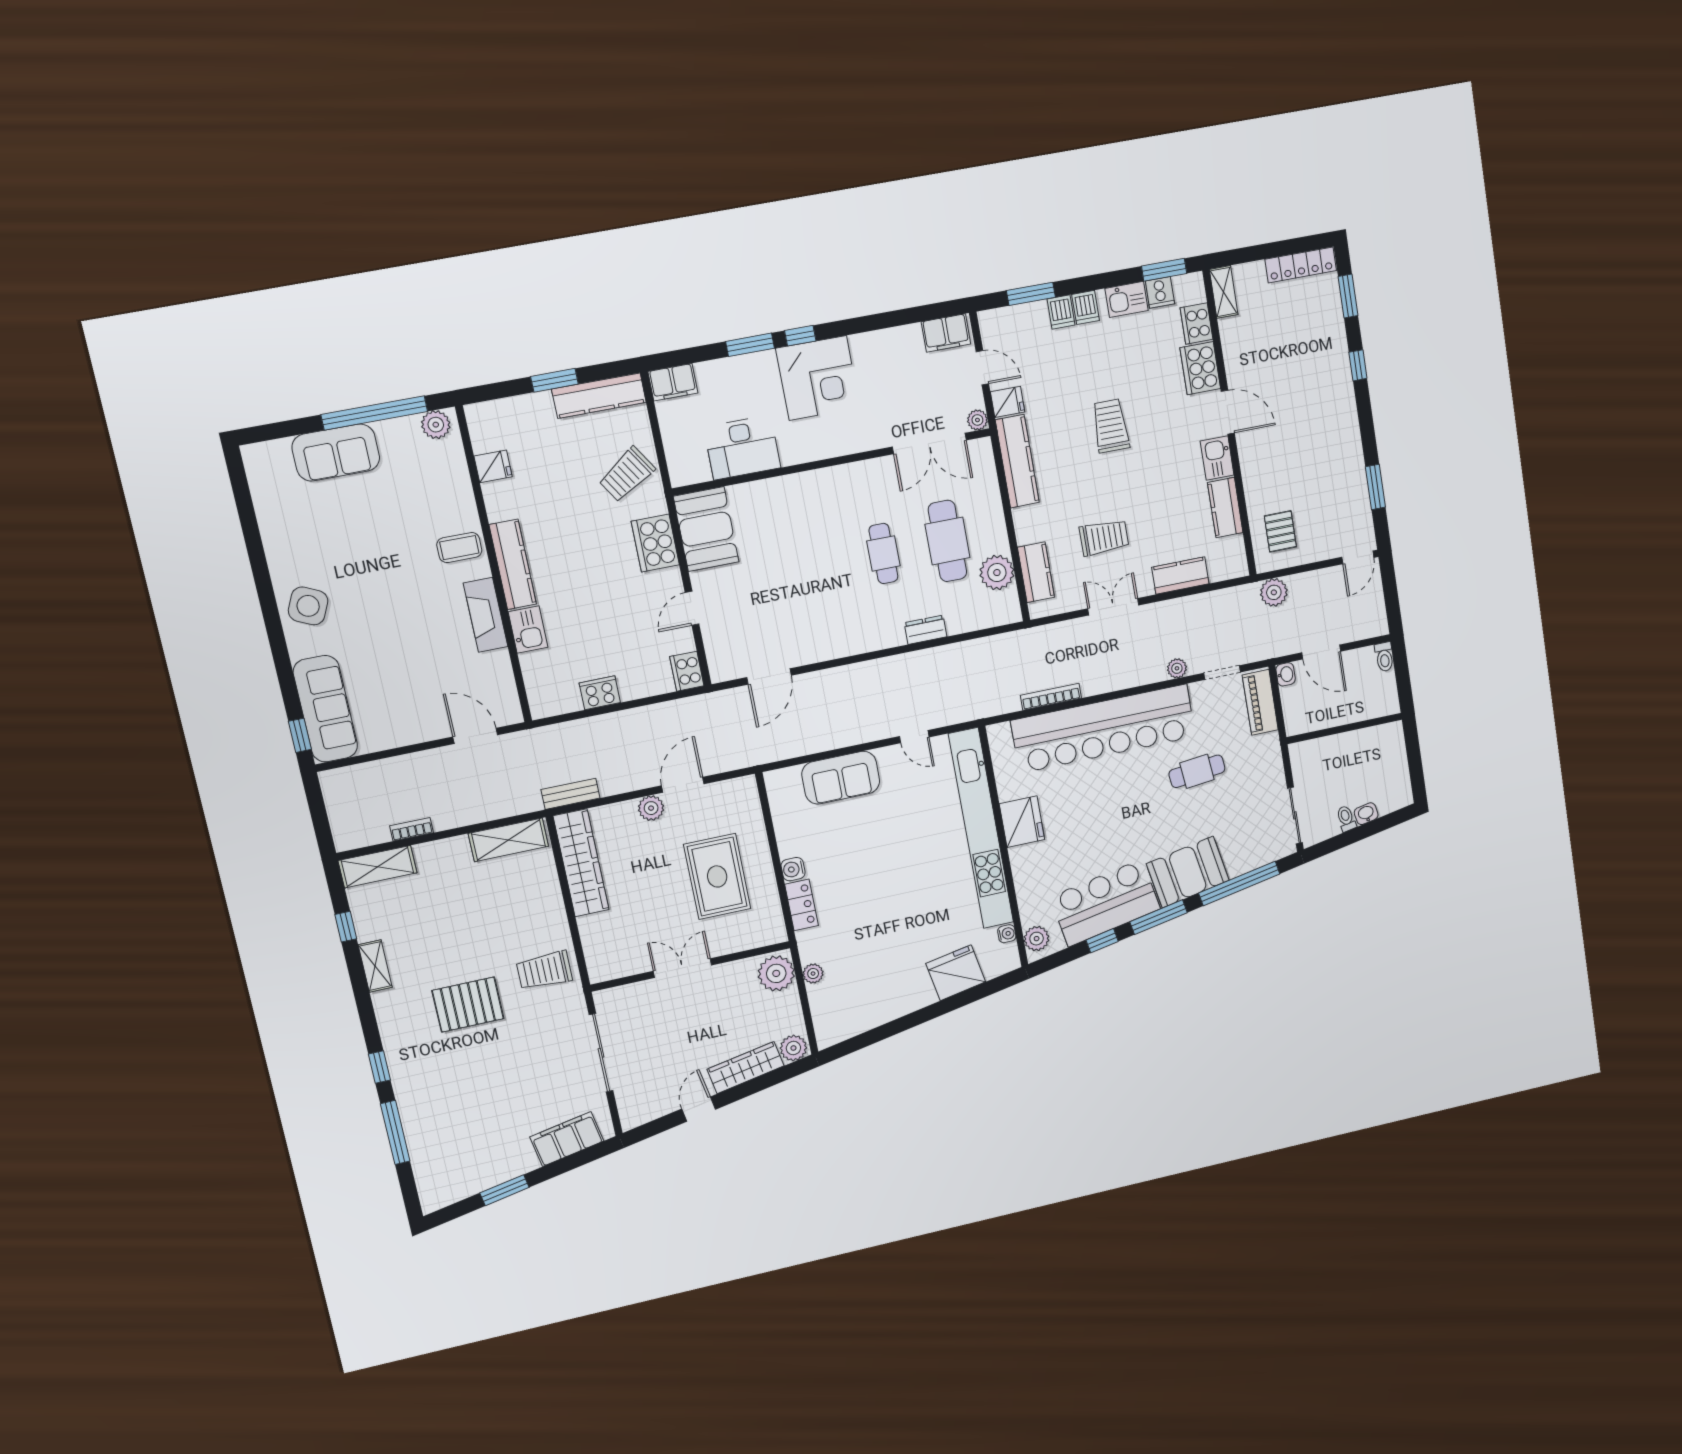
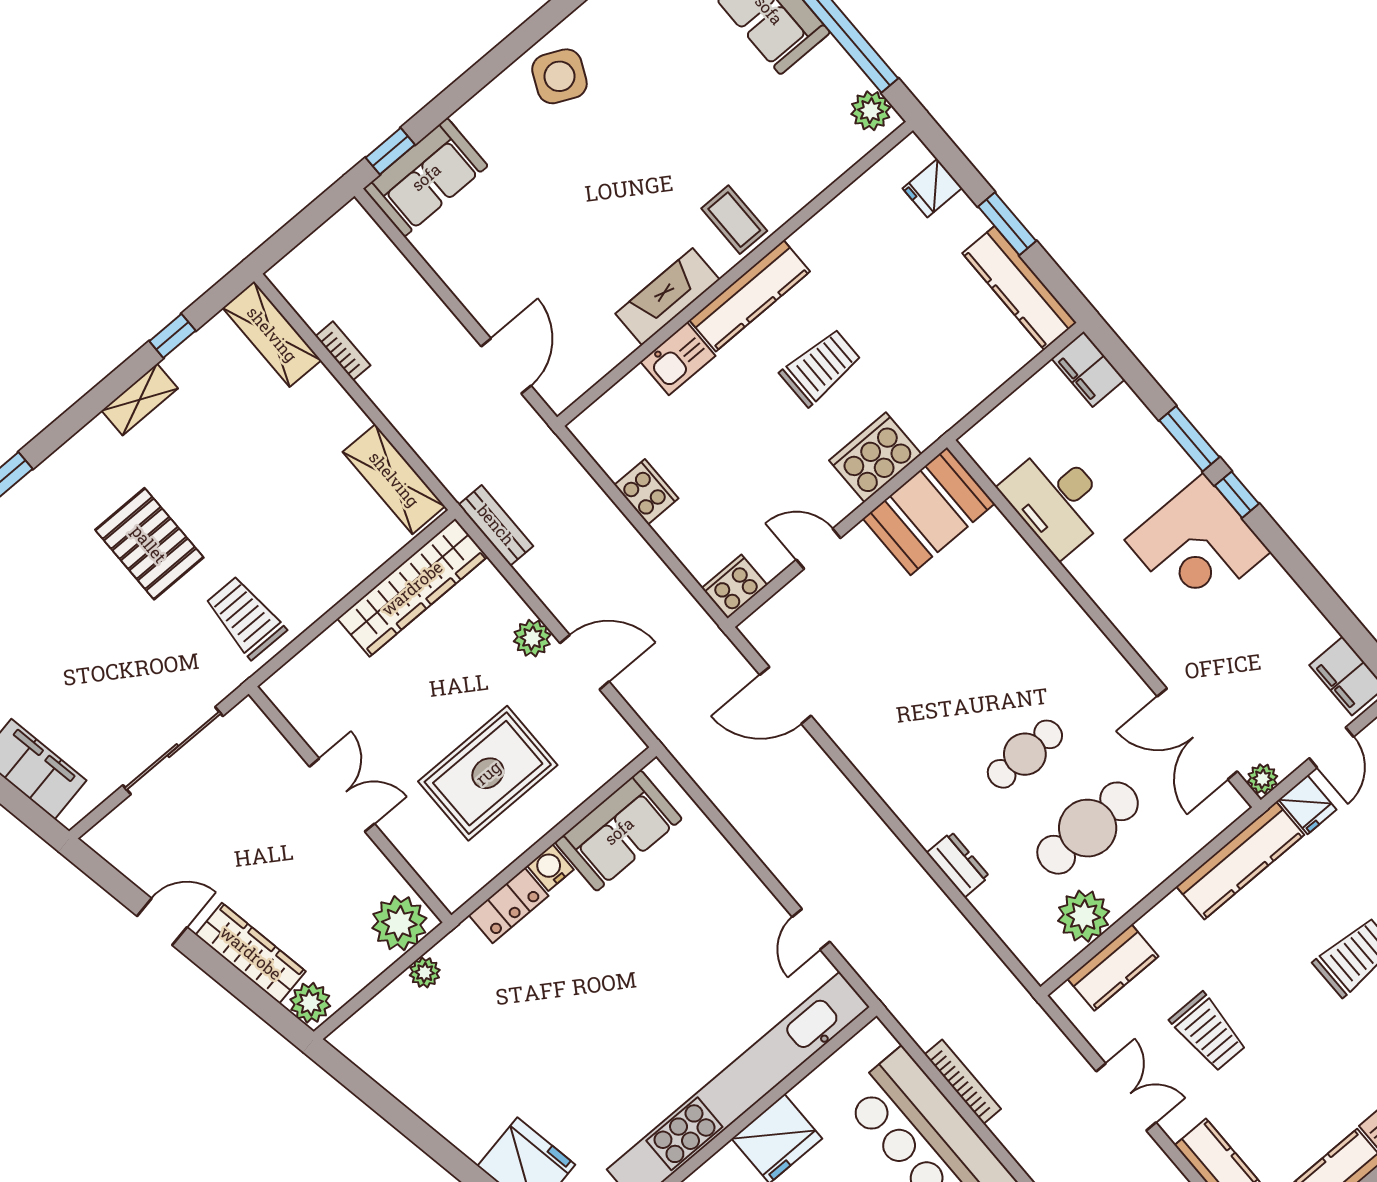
fridge: (493, 466) -> (932, 188), moved, turned 90
trolley: (627, 475) -> (821, 367), moved, turned 123
sofa: (325, 709) -> (426, 177), width x0.73
sofa: (841, 778) -> (619, 831), moved, turned -90

